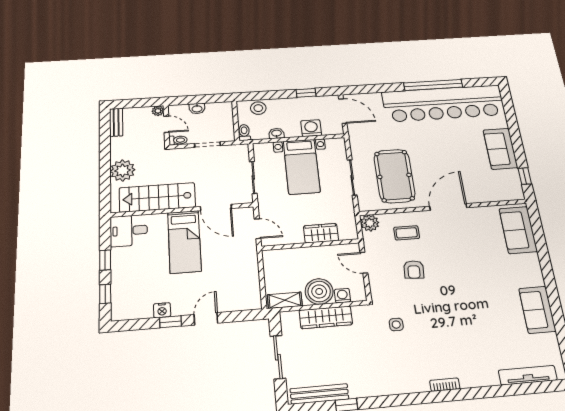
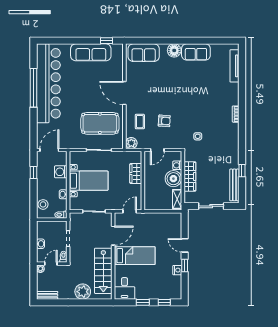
sofa: (500, 149) -> (91, 52), width x1.36
floor lamp: (532, 276) -> (174, 50), added

